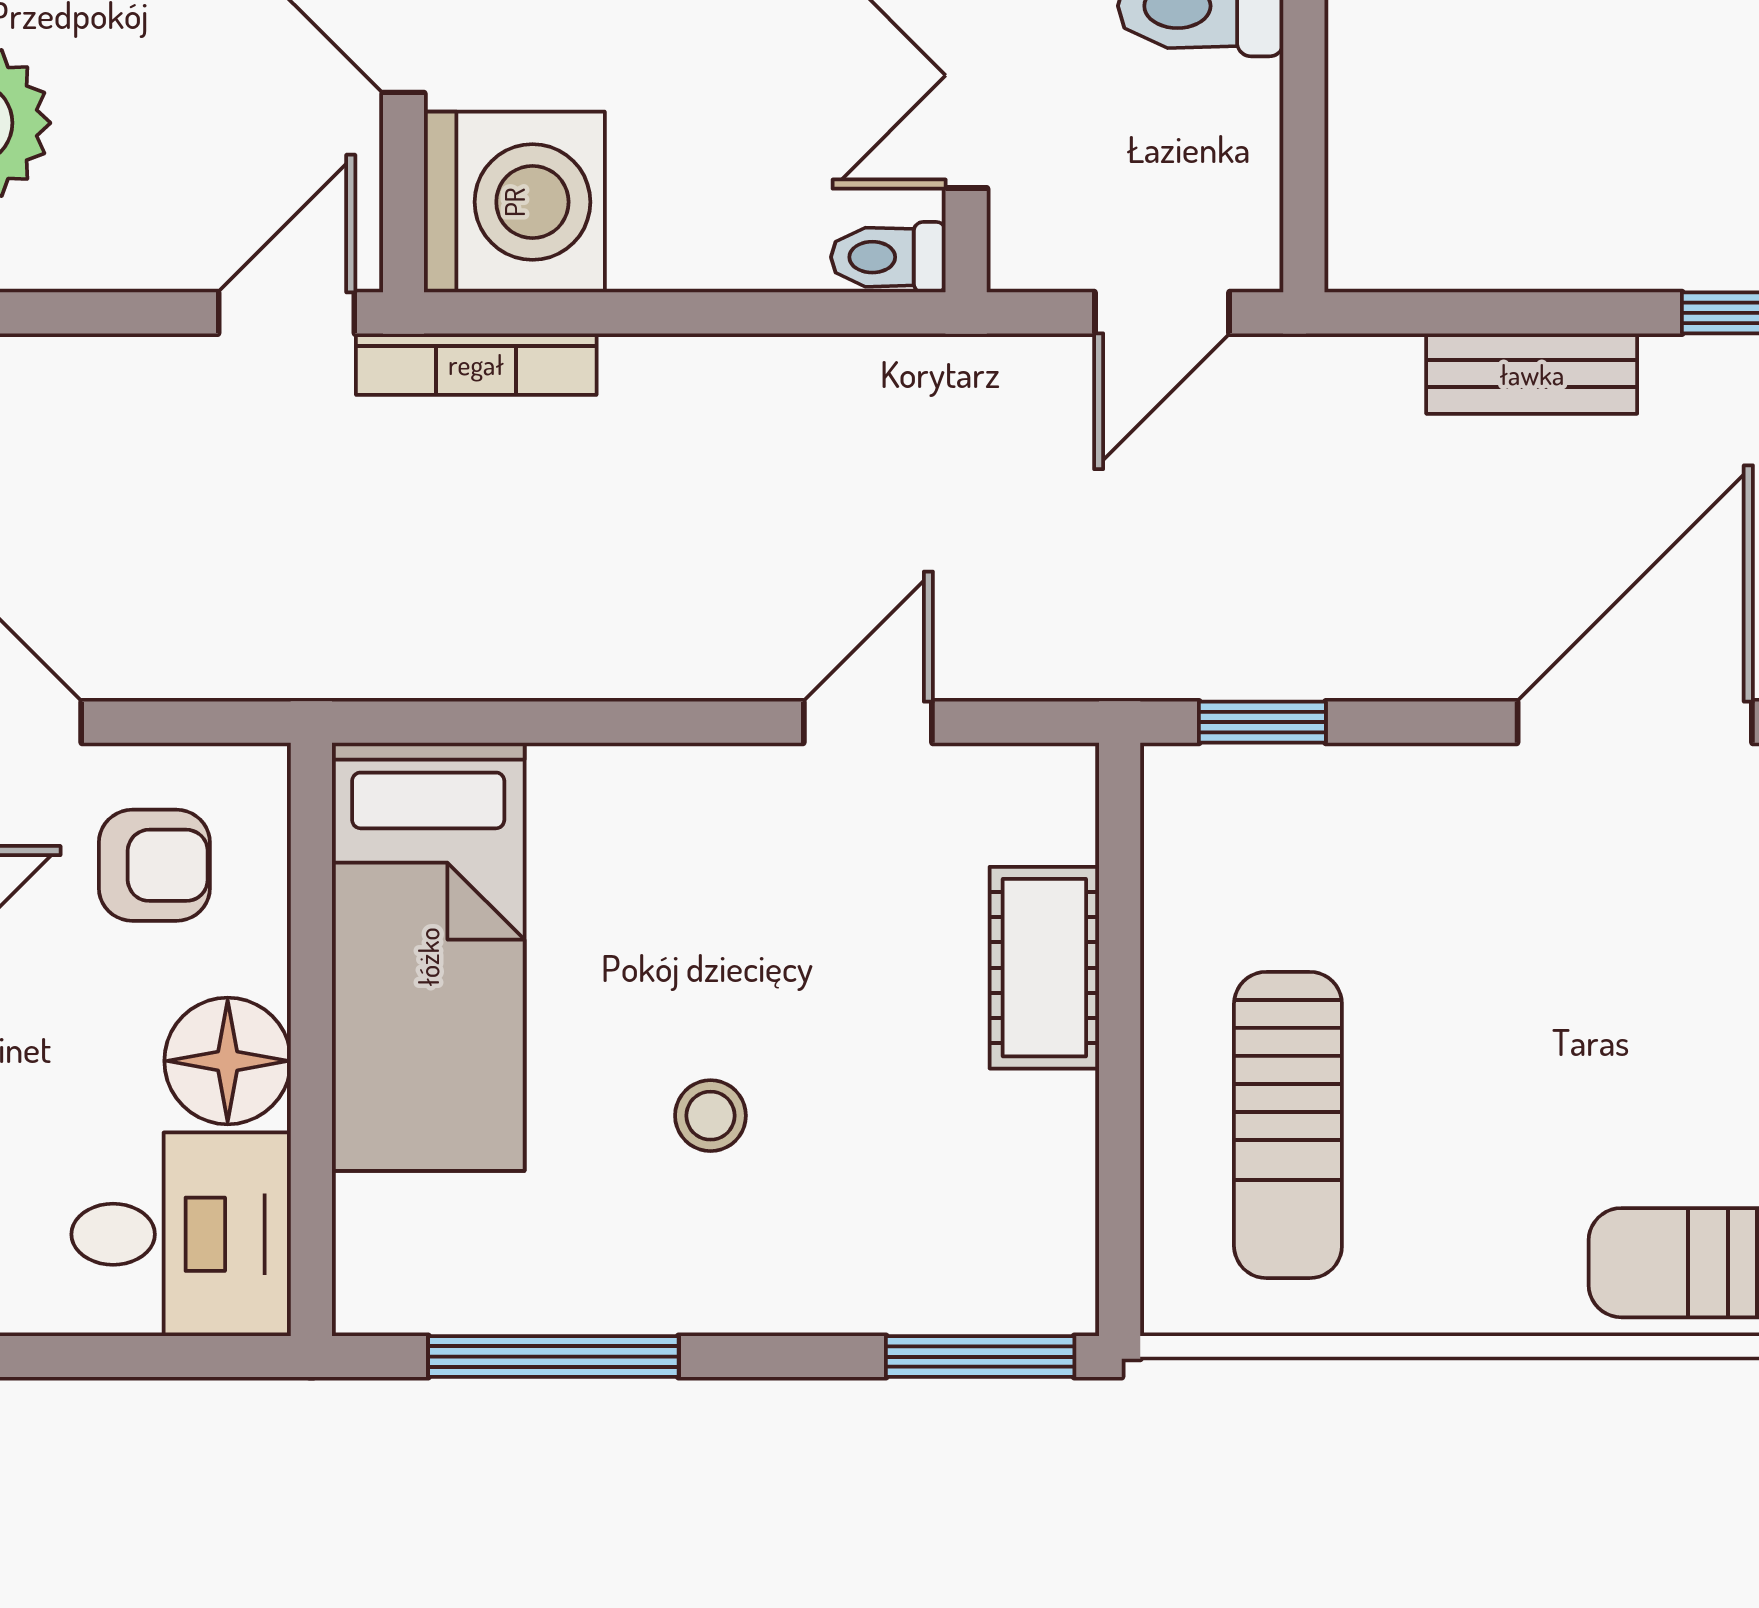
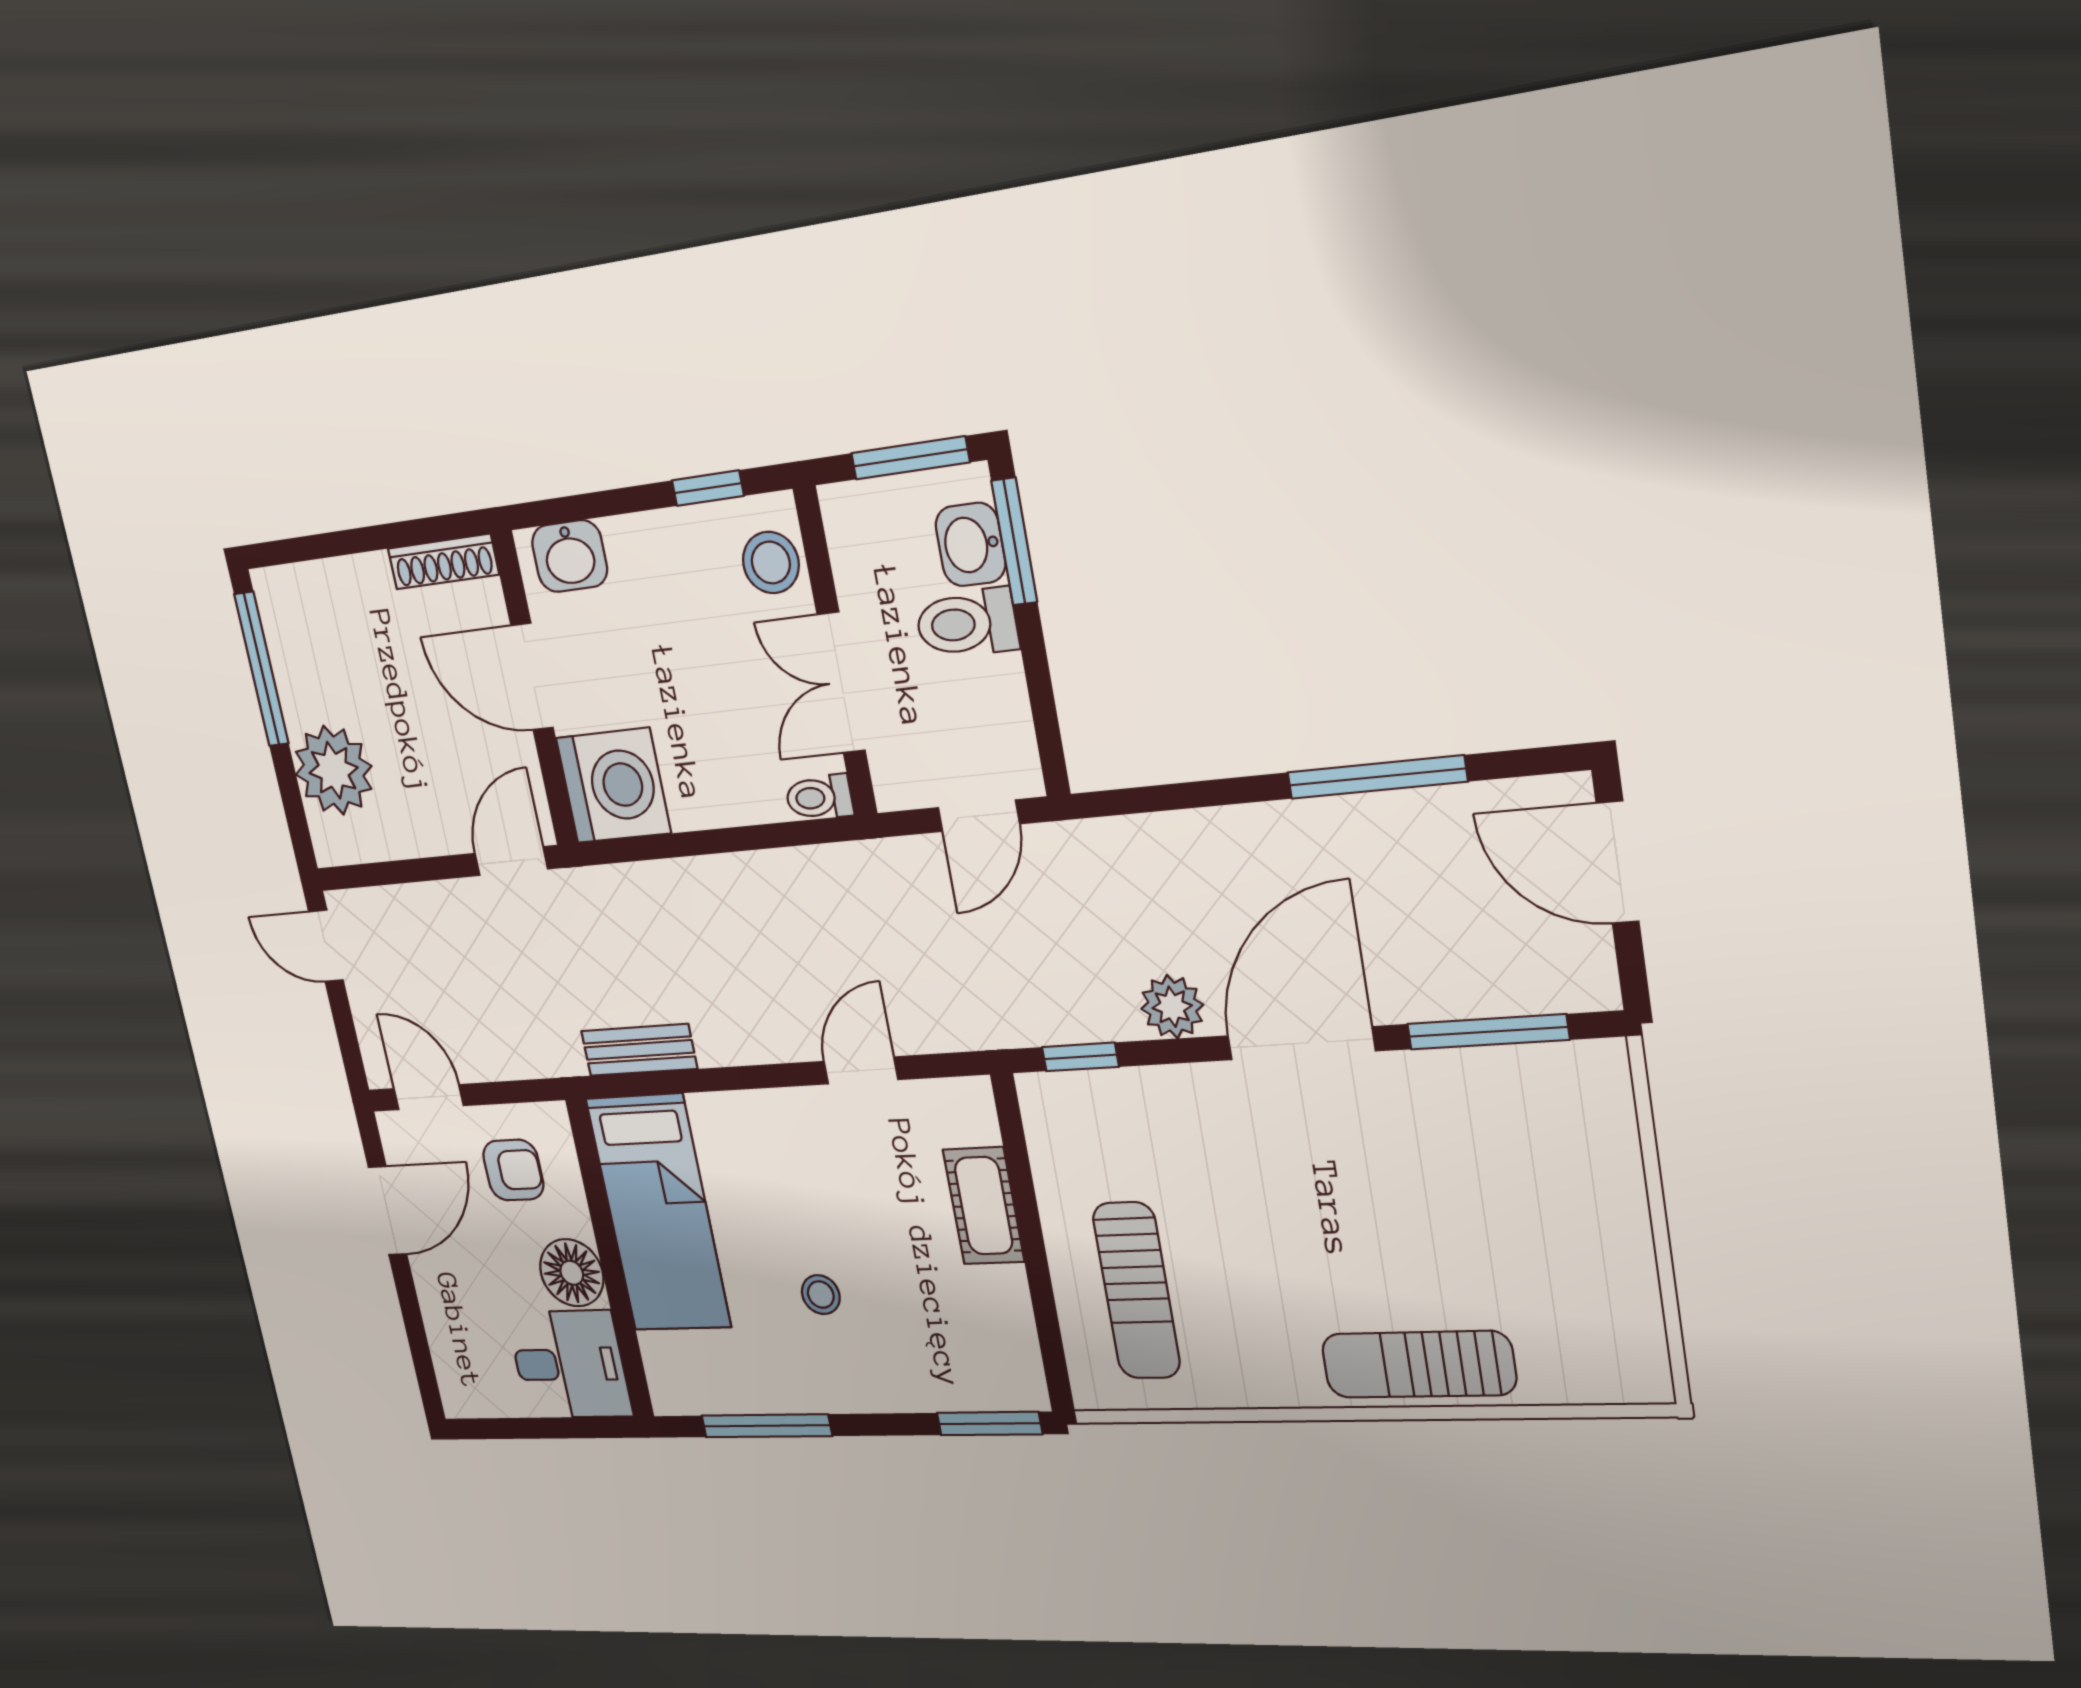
bookcase: (476, 364) -> (613, 881), removed
bench: (1532, 374) -> (639, 1050), moved
plant: (1433, 649) -> (1172, 1007), added

